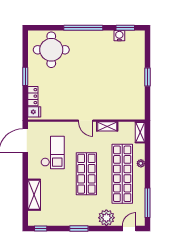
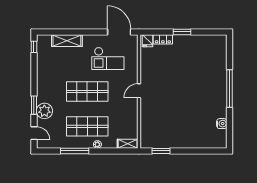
window: (125, 28) -> (229, 129), removed
round table: (51, 50) -> (208, 57), removed
window: (147, 77) -> (161, 151), moved
shelving: (107, 126) -> (133, 112), removed
shop shelf: (122, 174) -> (87, 126), width x0.71
window: (147, 203) -> (75, 151), moved
window: (79, 228) -> (34, 105), moved

